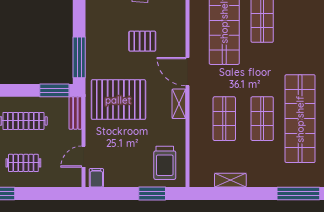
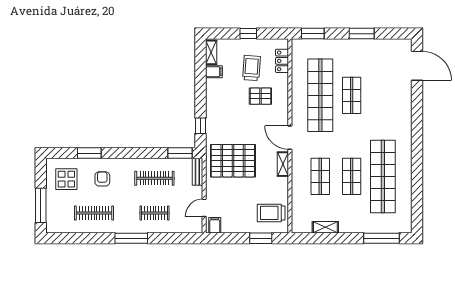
pallet: (142, 41) -> (260, 96), moved
window: (79, 57) -> (201, 126), width x0.46
trolley: (165, 163) -> (271, 213), turned 90

